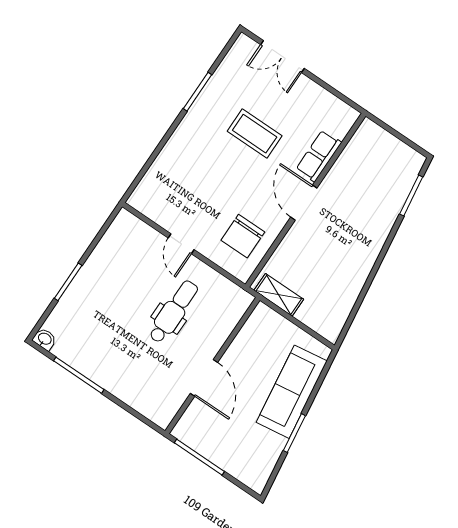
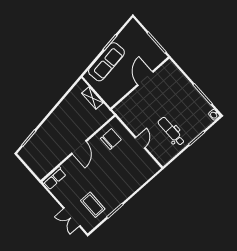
double door: (282, 57) -> (72, 217), swing flipped
coffee table: (255, 134) -> (93, 205), moved
row of seats: (319, 156) -> (54, 178), moved
shelving: (279, 295) -> (92, 98), moved
dental chair: (173, 312) -> (171, 131), moved, turned 90

